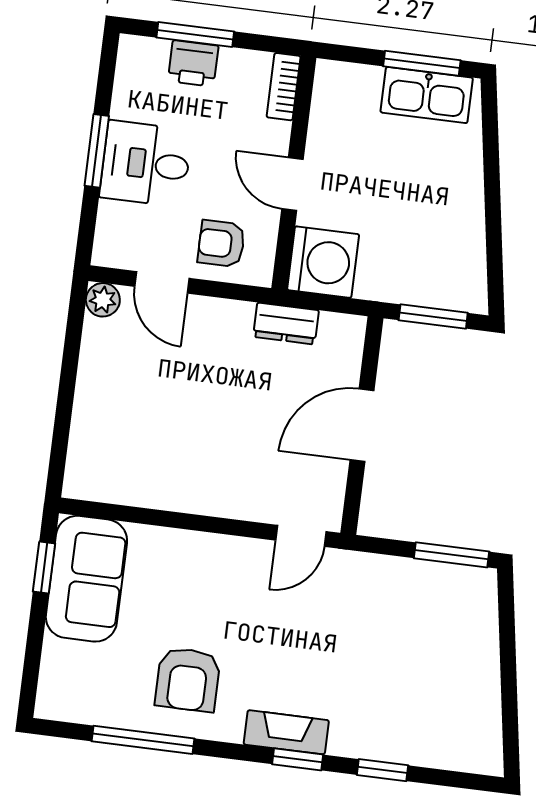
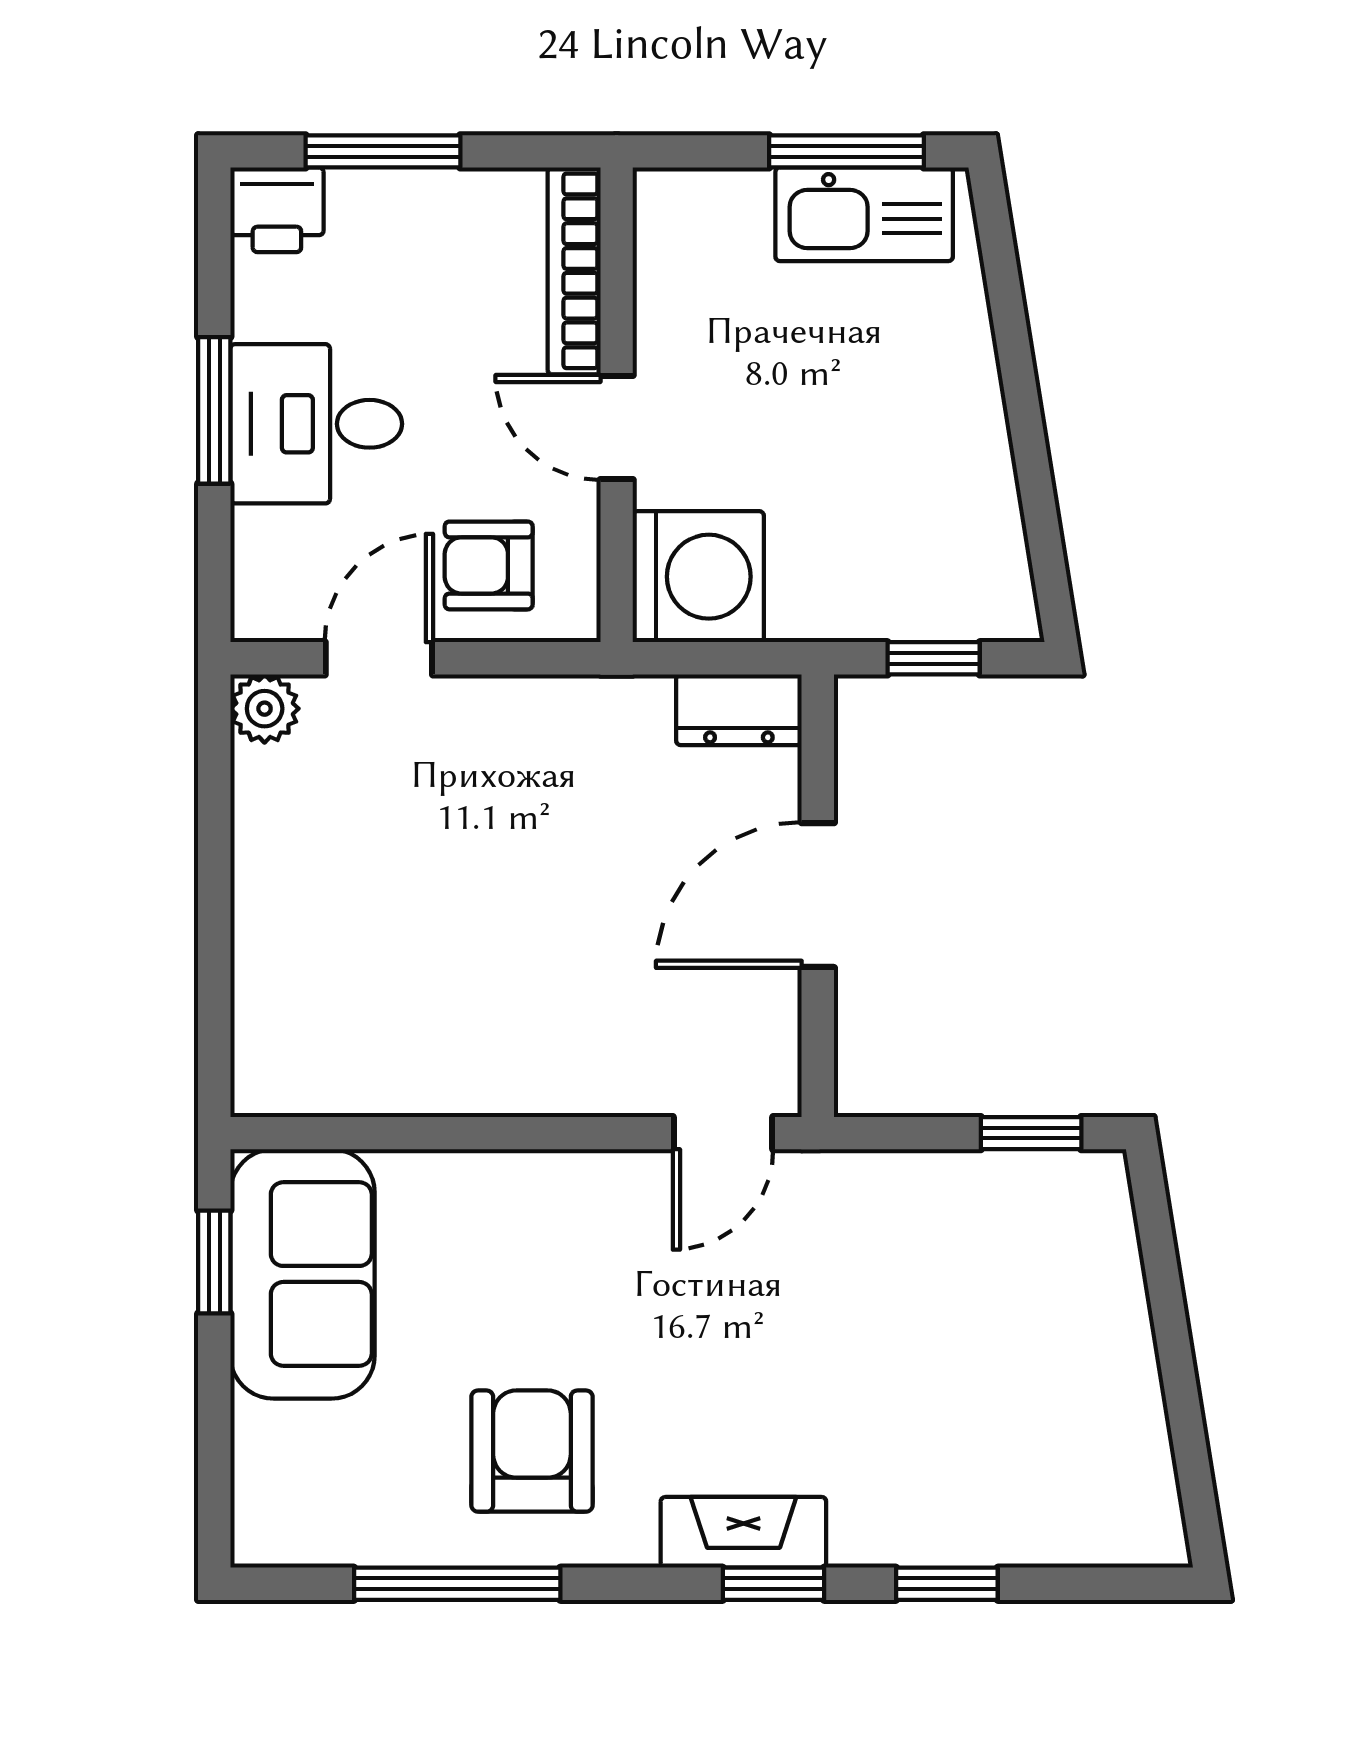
printer: (193, 63) -> (277, 210), moved
bookcase: (284, 87) -> (574, 271), width x1.56
door: (162, 282) -> (379, 658), swing flipped
window: (433, 317) -> (934, 658), width x0.67
dresser: (286, 324) -> (739, 710), moved
window: (452, 555) -> (1031, 1133), width x0.67
armchair: (188, 680) -> (532, 1451), turned 180

